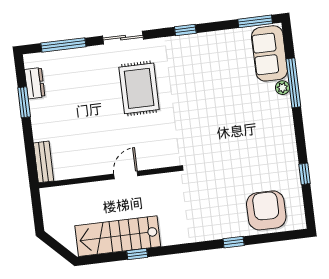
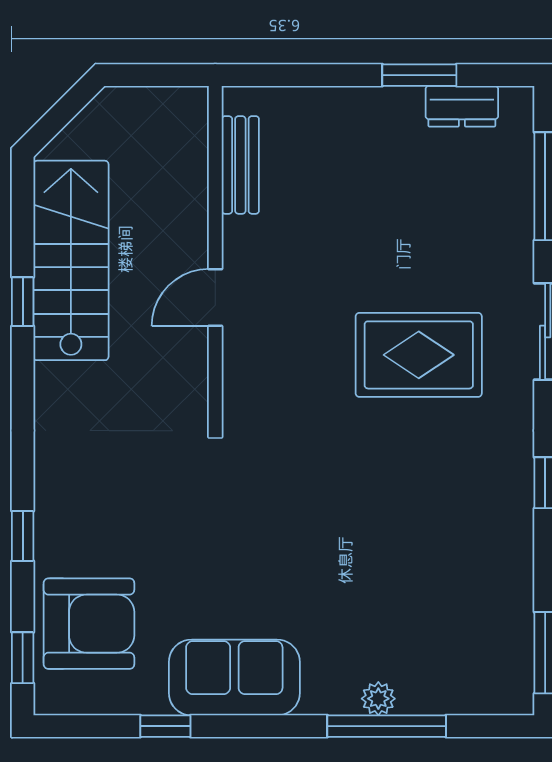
sofa: (269, 53) -> (234, 678), moved
bench: (44, 162) -> (240, 165), moved, turned 90
door: (126, 175) -> (215, 297), swing flipped
window: (284, 236) -> (23, 658), added

